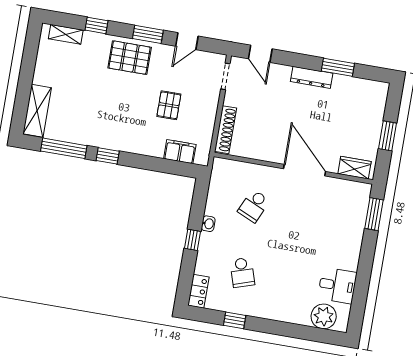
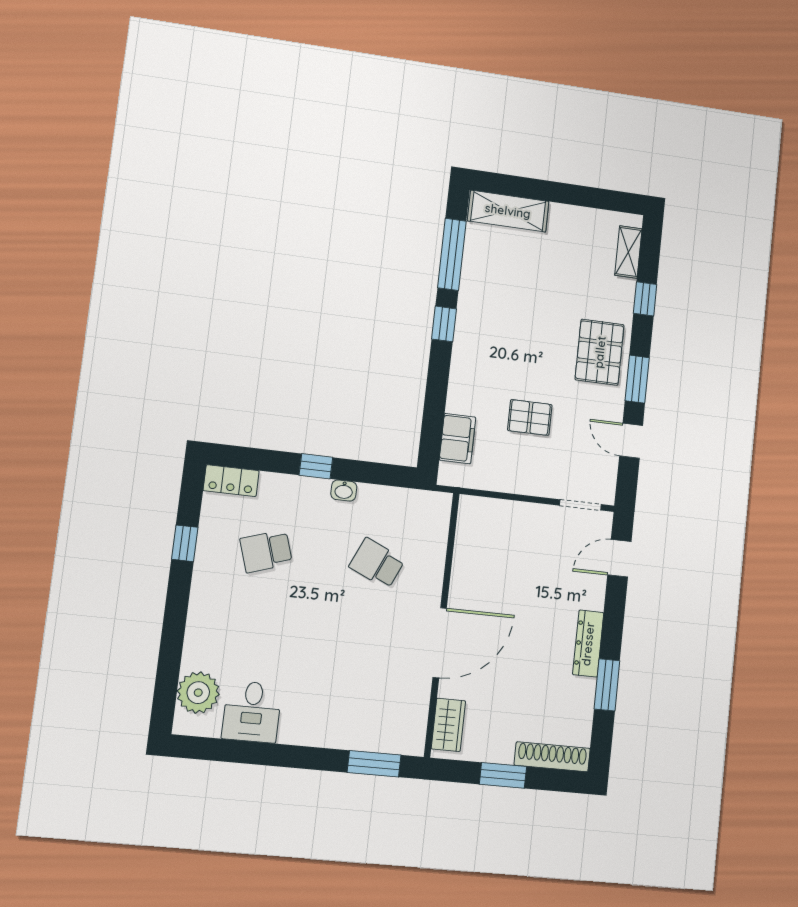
shoe rack: (225, 130) -> (552, 757), moved, turned 180

